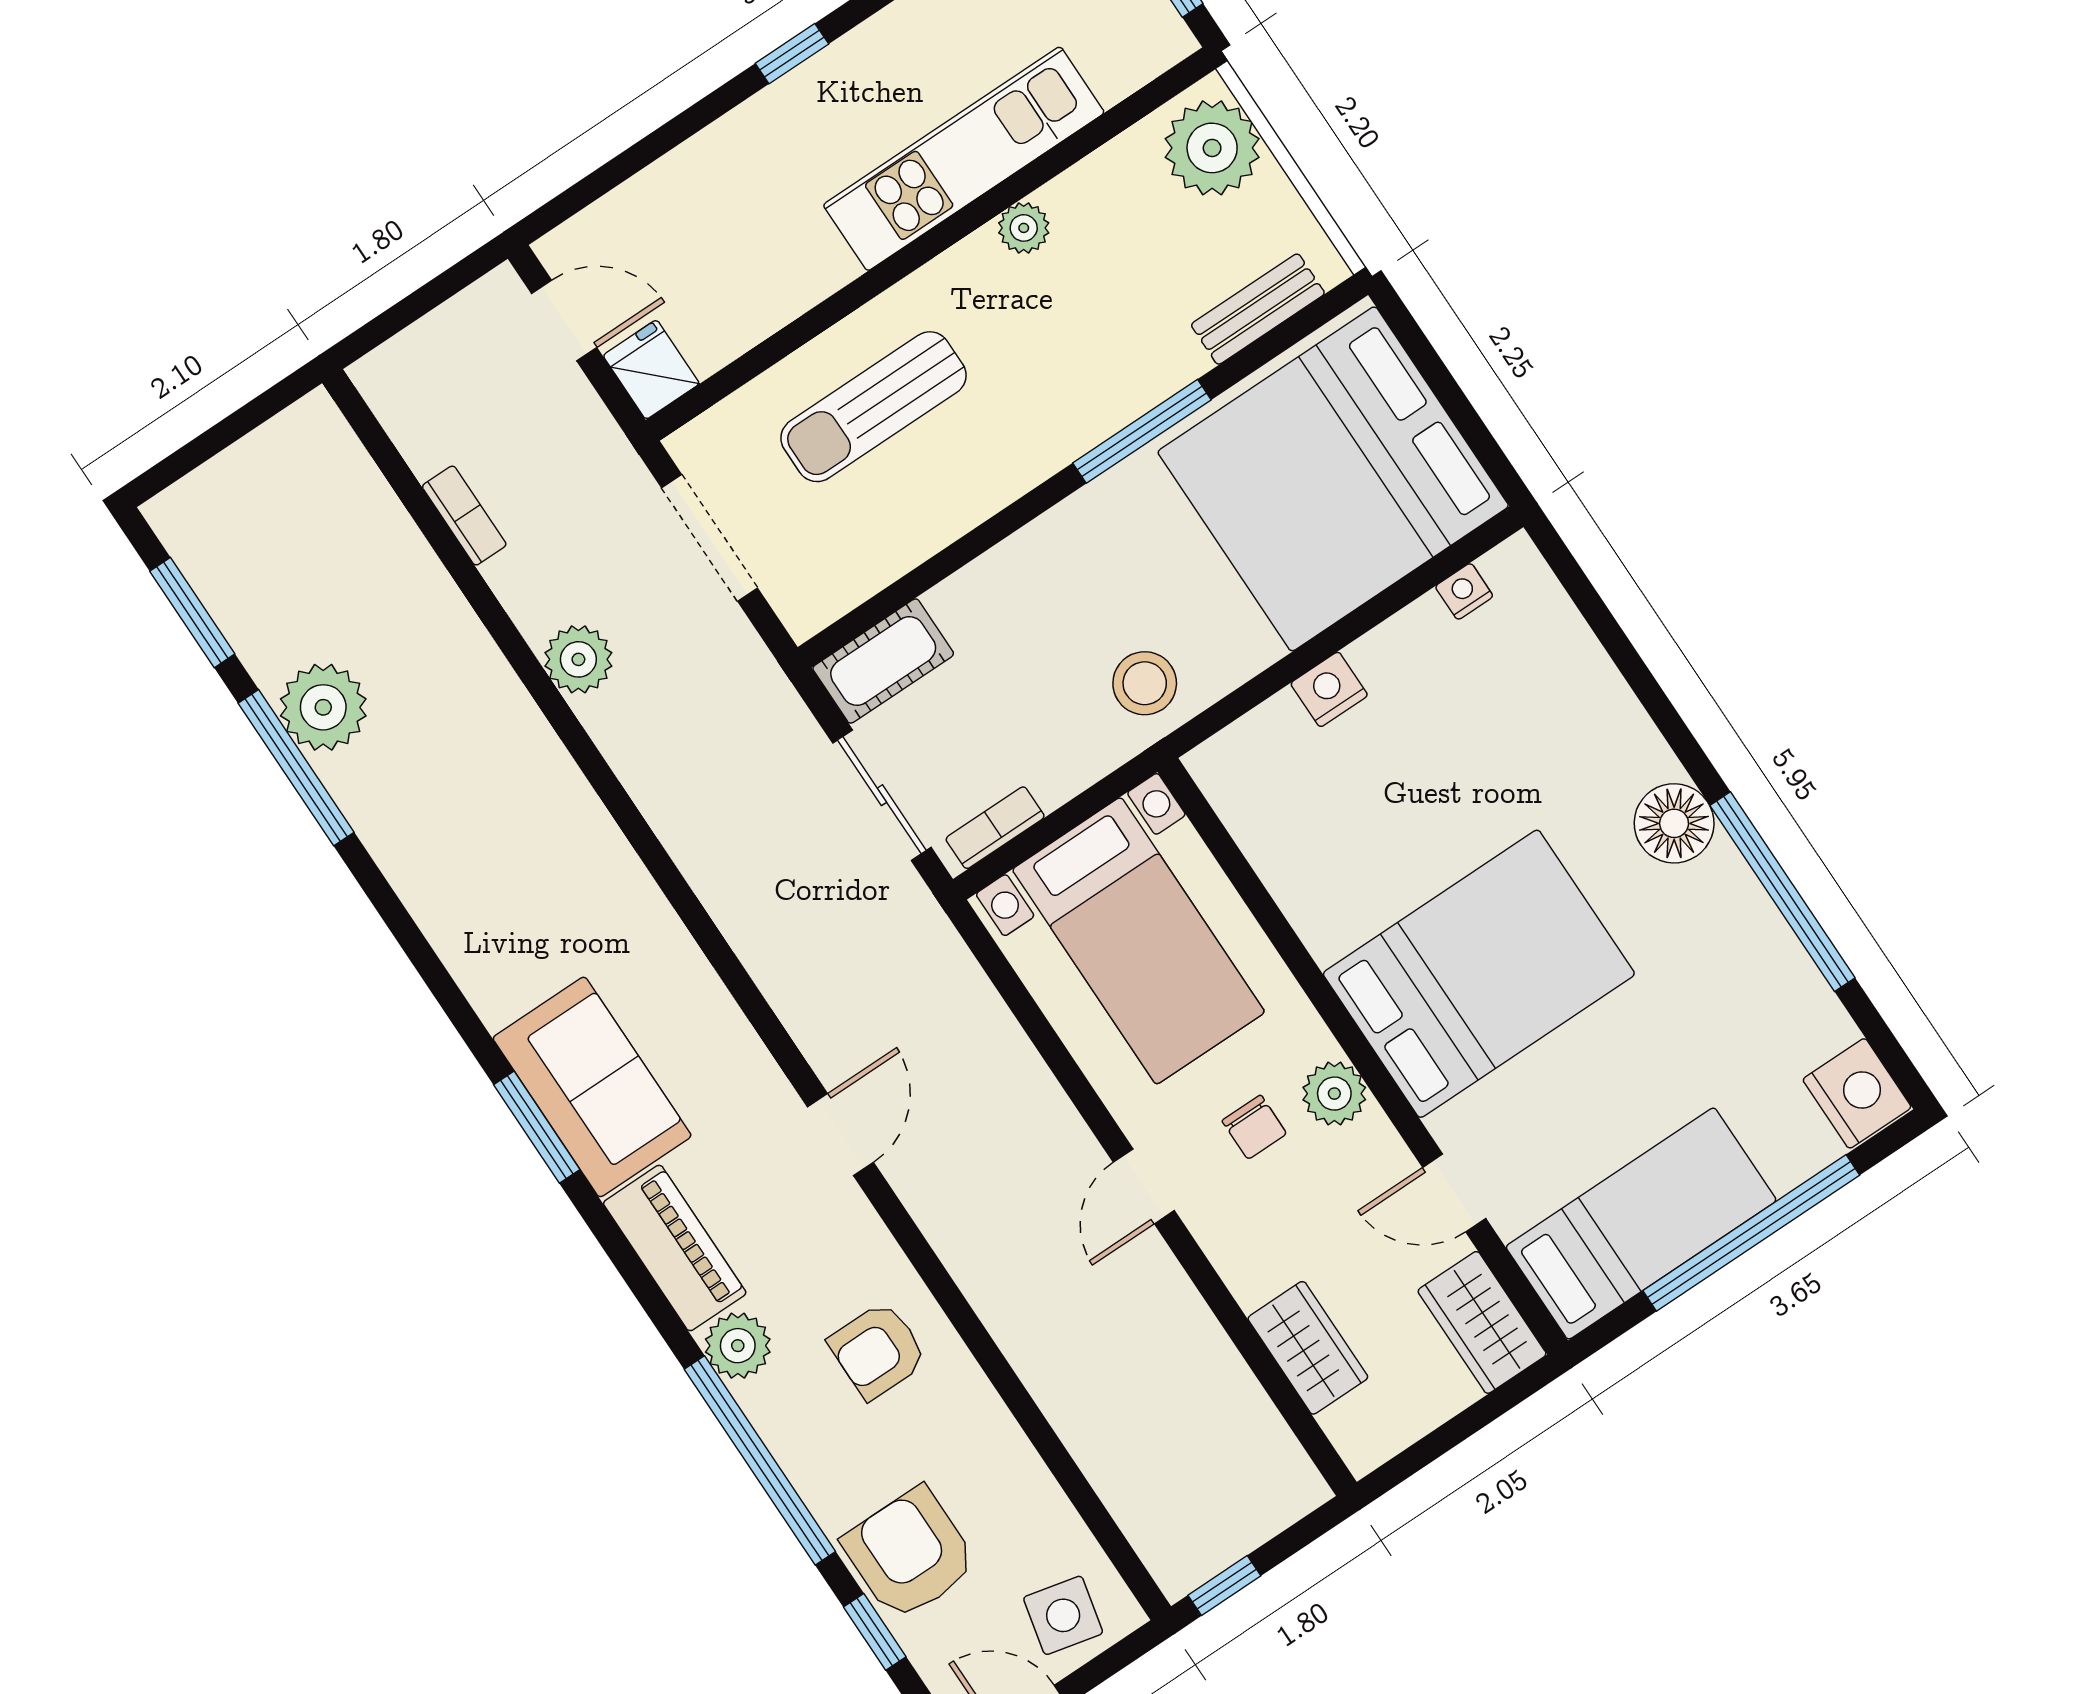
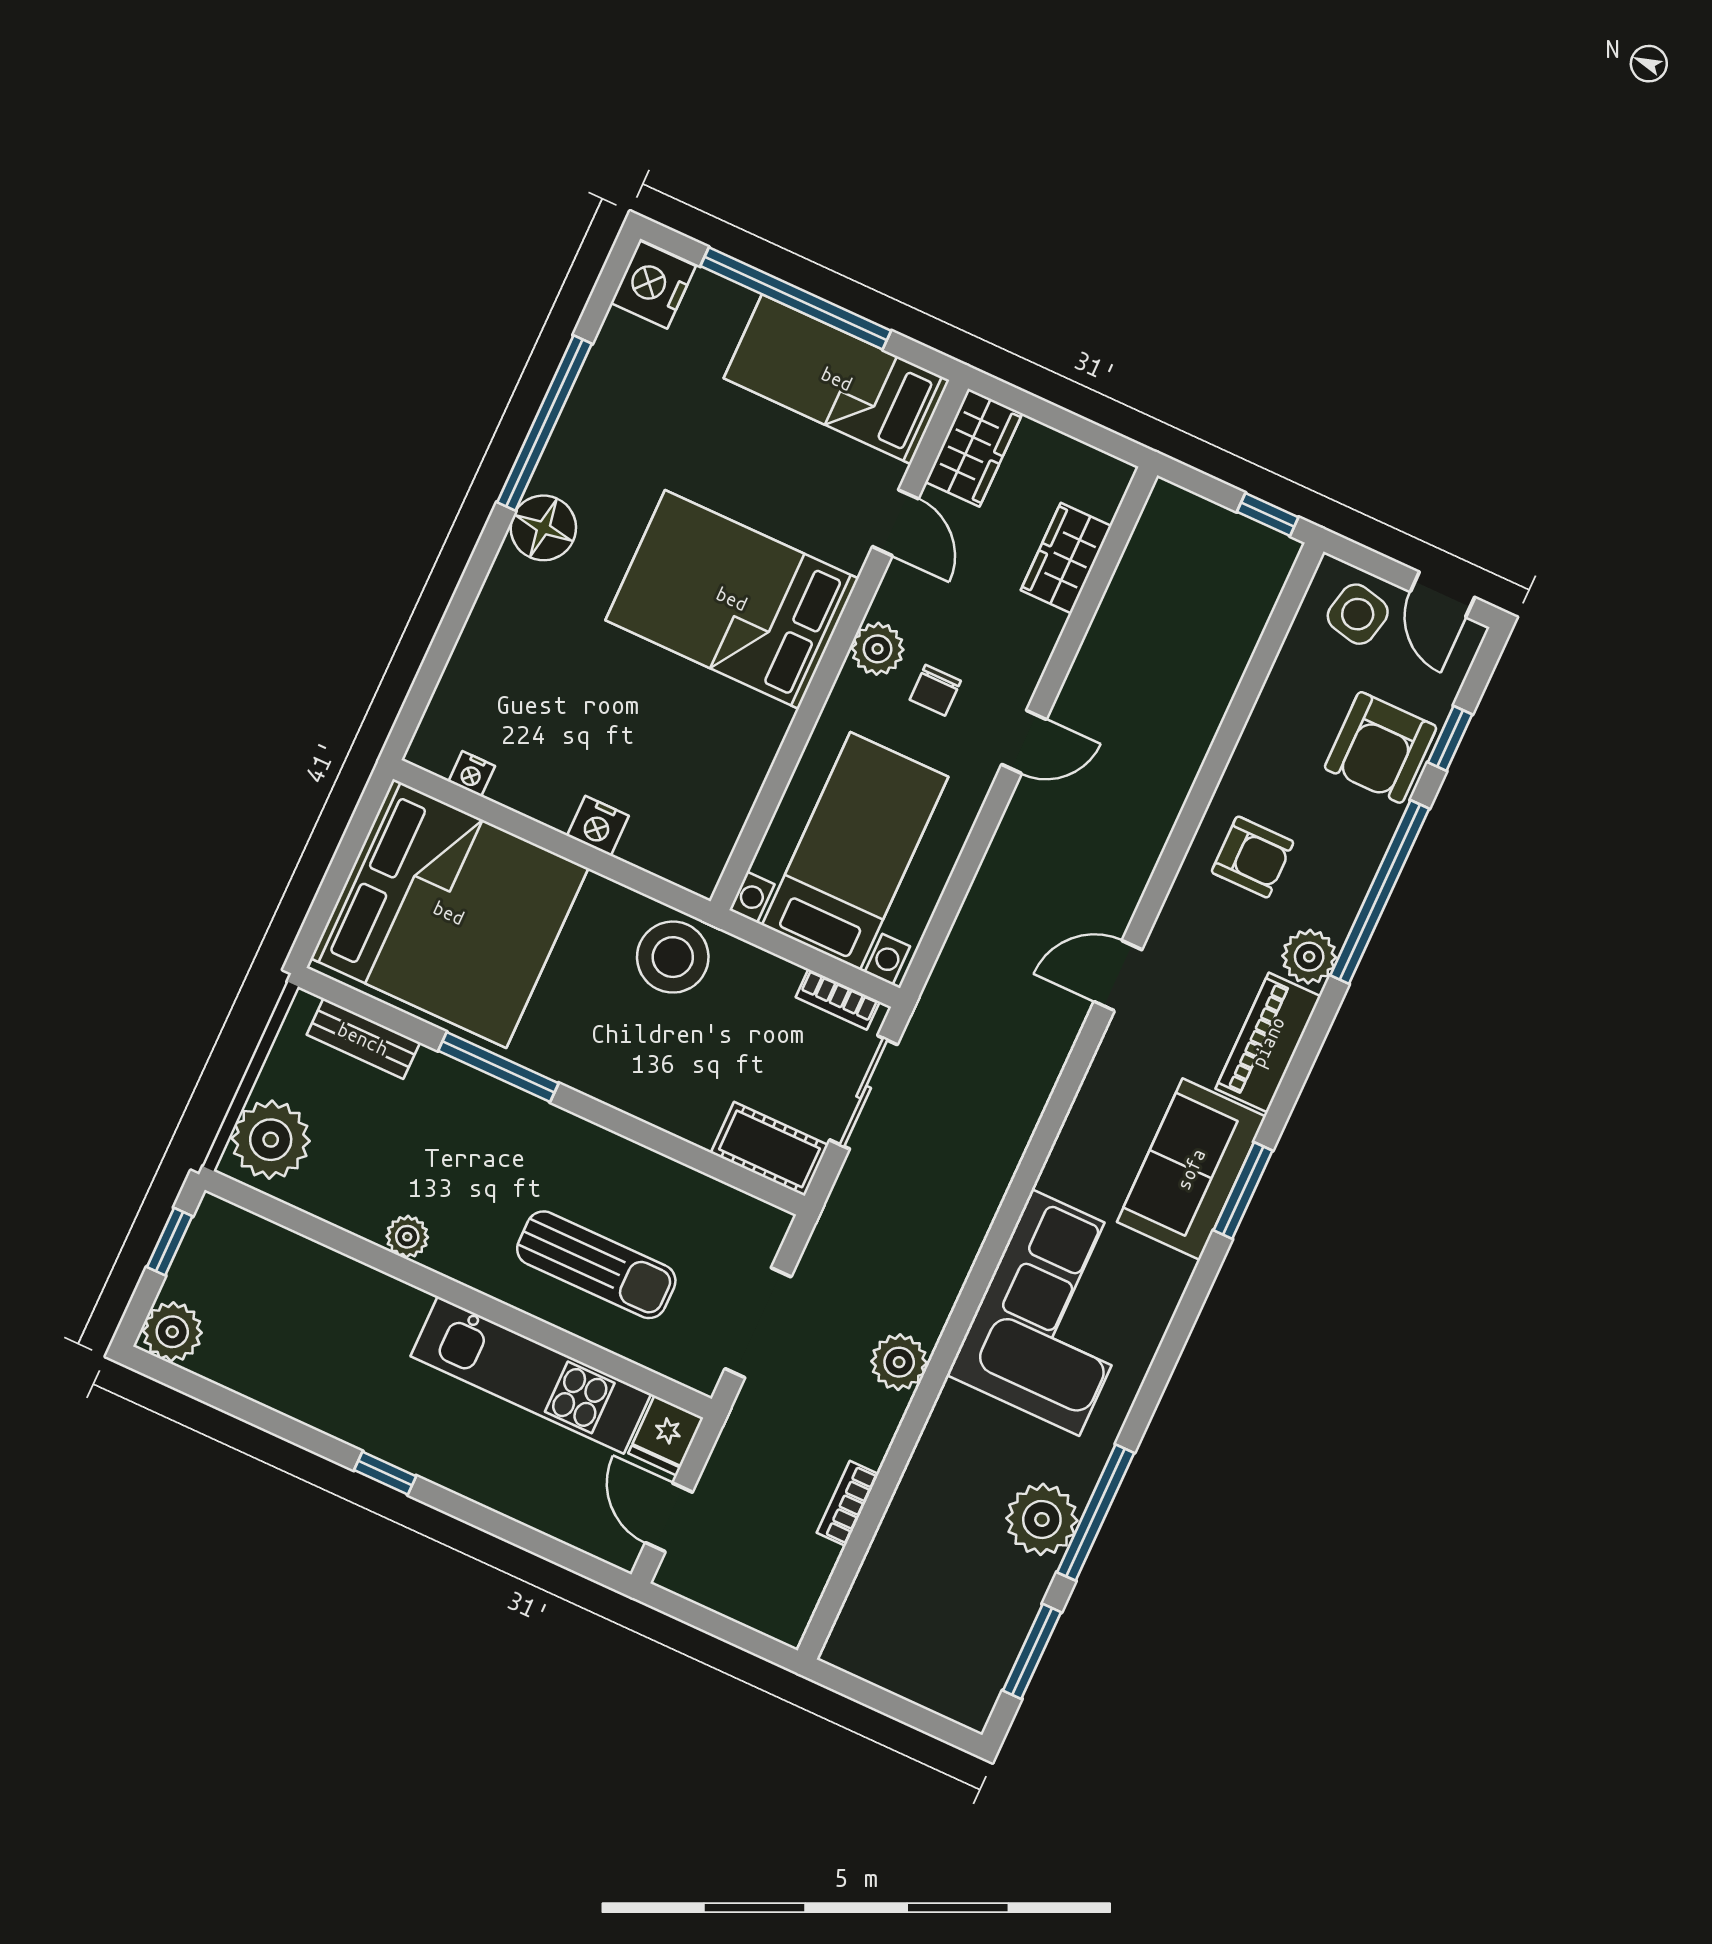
kitchen unit: (964, 159) -> (531, 1375), moved
stool: (1145, 683) -> (673, 957), width x1.38, depth x1.38
corner sofa: (530, 854) -> (1055, 1312), added
chair: (1254, 1127) -> (935, 690), turned 180

